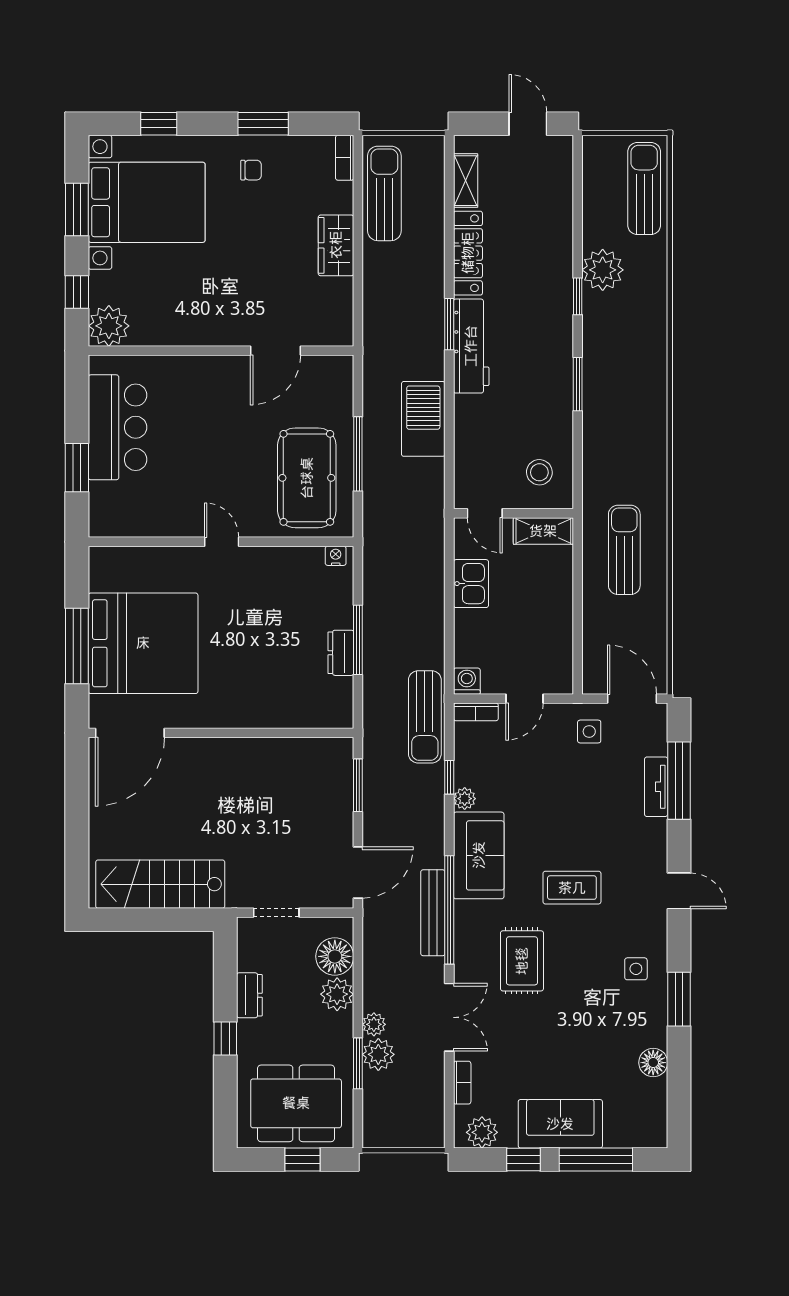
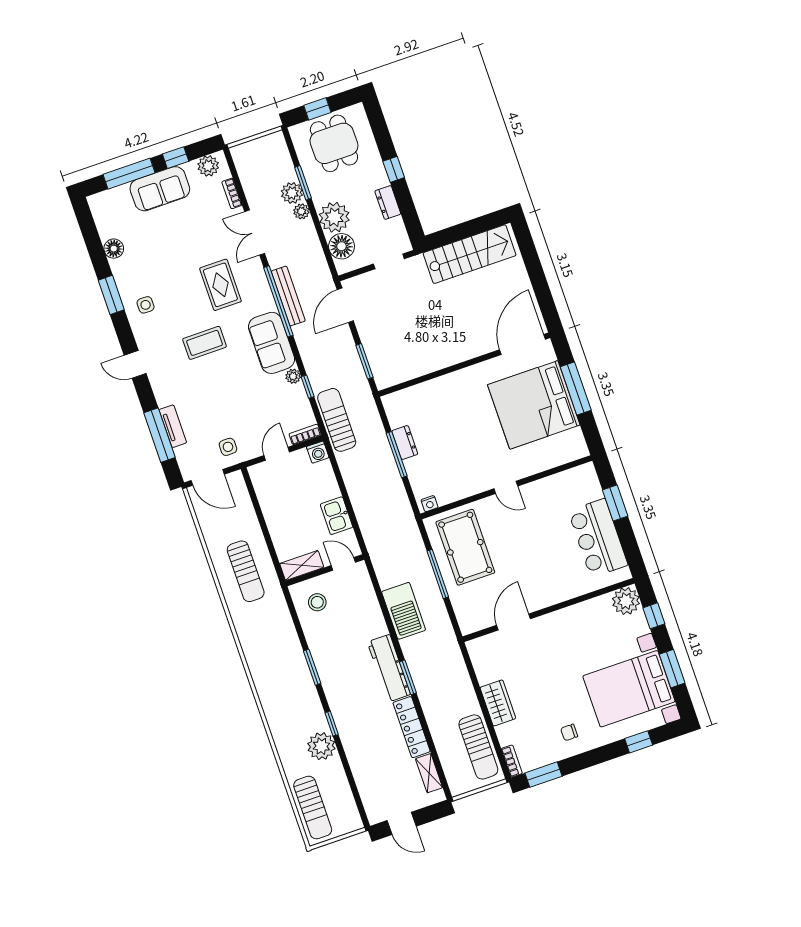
window: (263, 124) -> (543, 775), moved
plant: (337, 994) -> (334, 217), width x1.36, depth x1.36
dining table: (296, 1103) -> (334, 143), width x0.73

